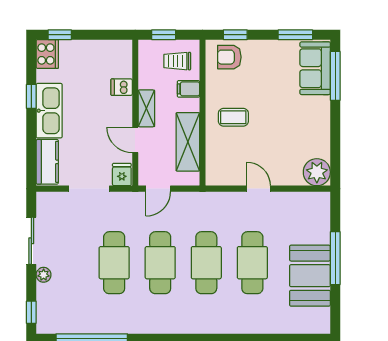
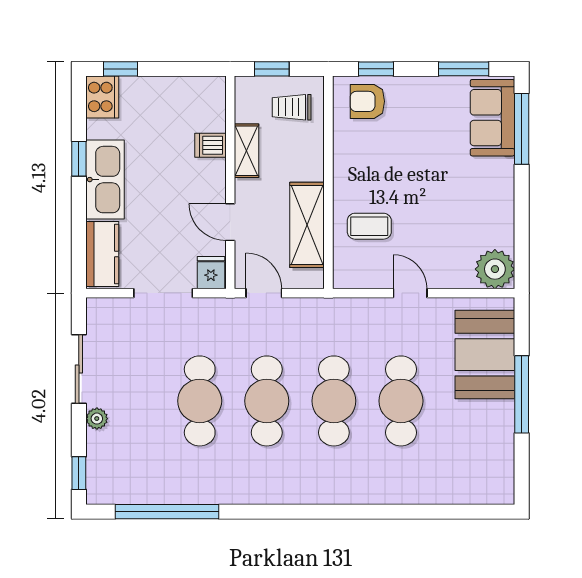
filing cabinet: (188, 89) -> (308, 148), removed
shelving: (146, 108) -> (247, 151), moved
coffee table: (233, 117) -> (369, 226), moved
door: (158, 189) -> (264, 293), swing flipped
booth: (310, 276) -> (485, 355), moved

